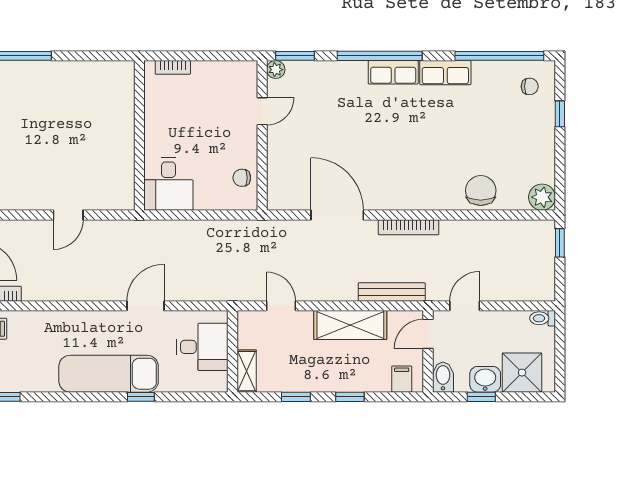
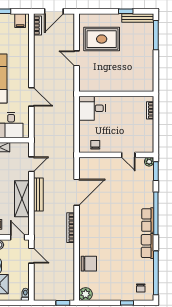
rug: (29, 165) -> (102, 39), added
bench: (392, 292) -> (38, 195), moved

